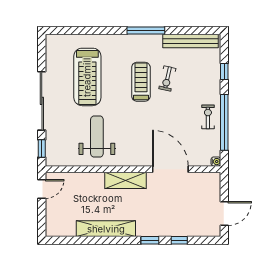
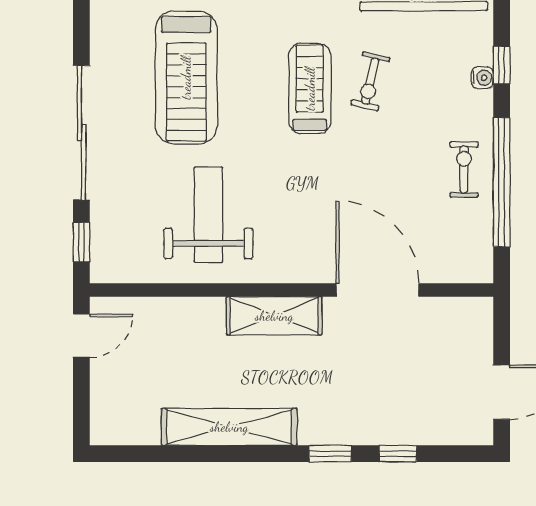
water cooler: (216, 162) -> (482, 78), moved

